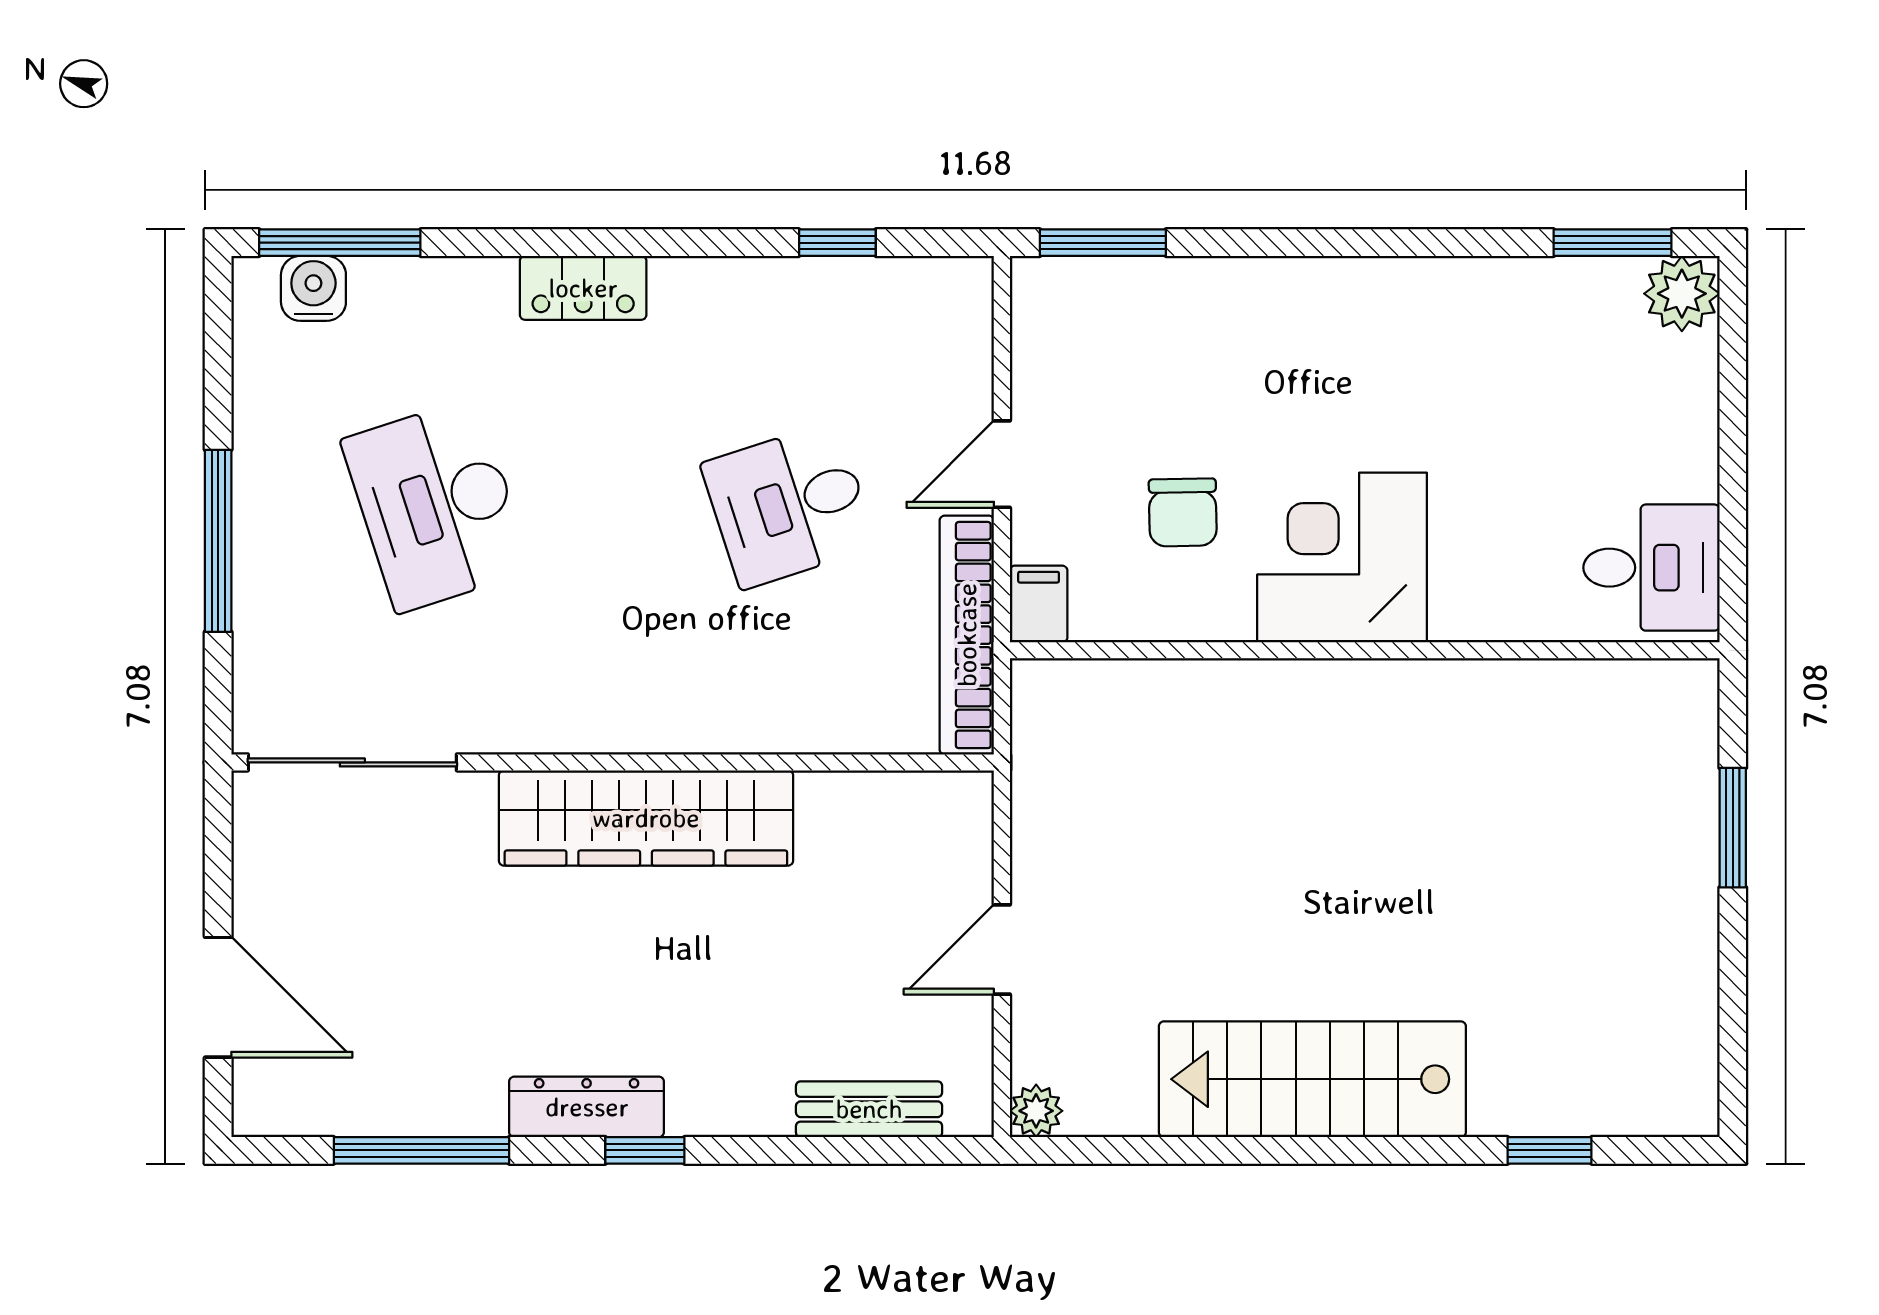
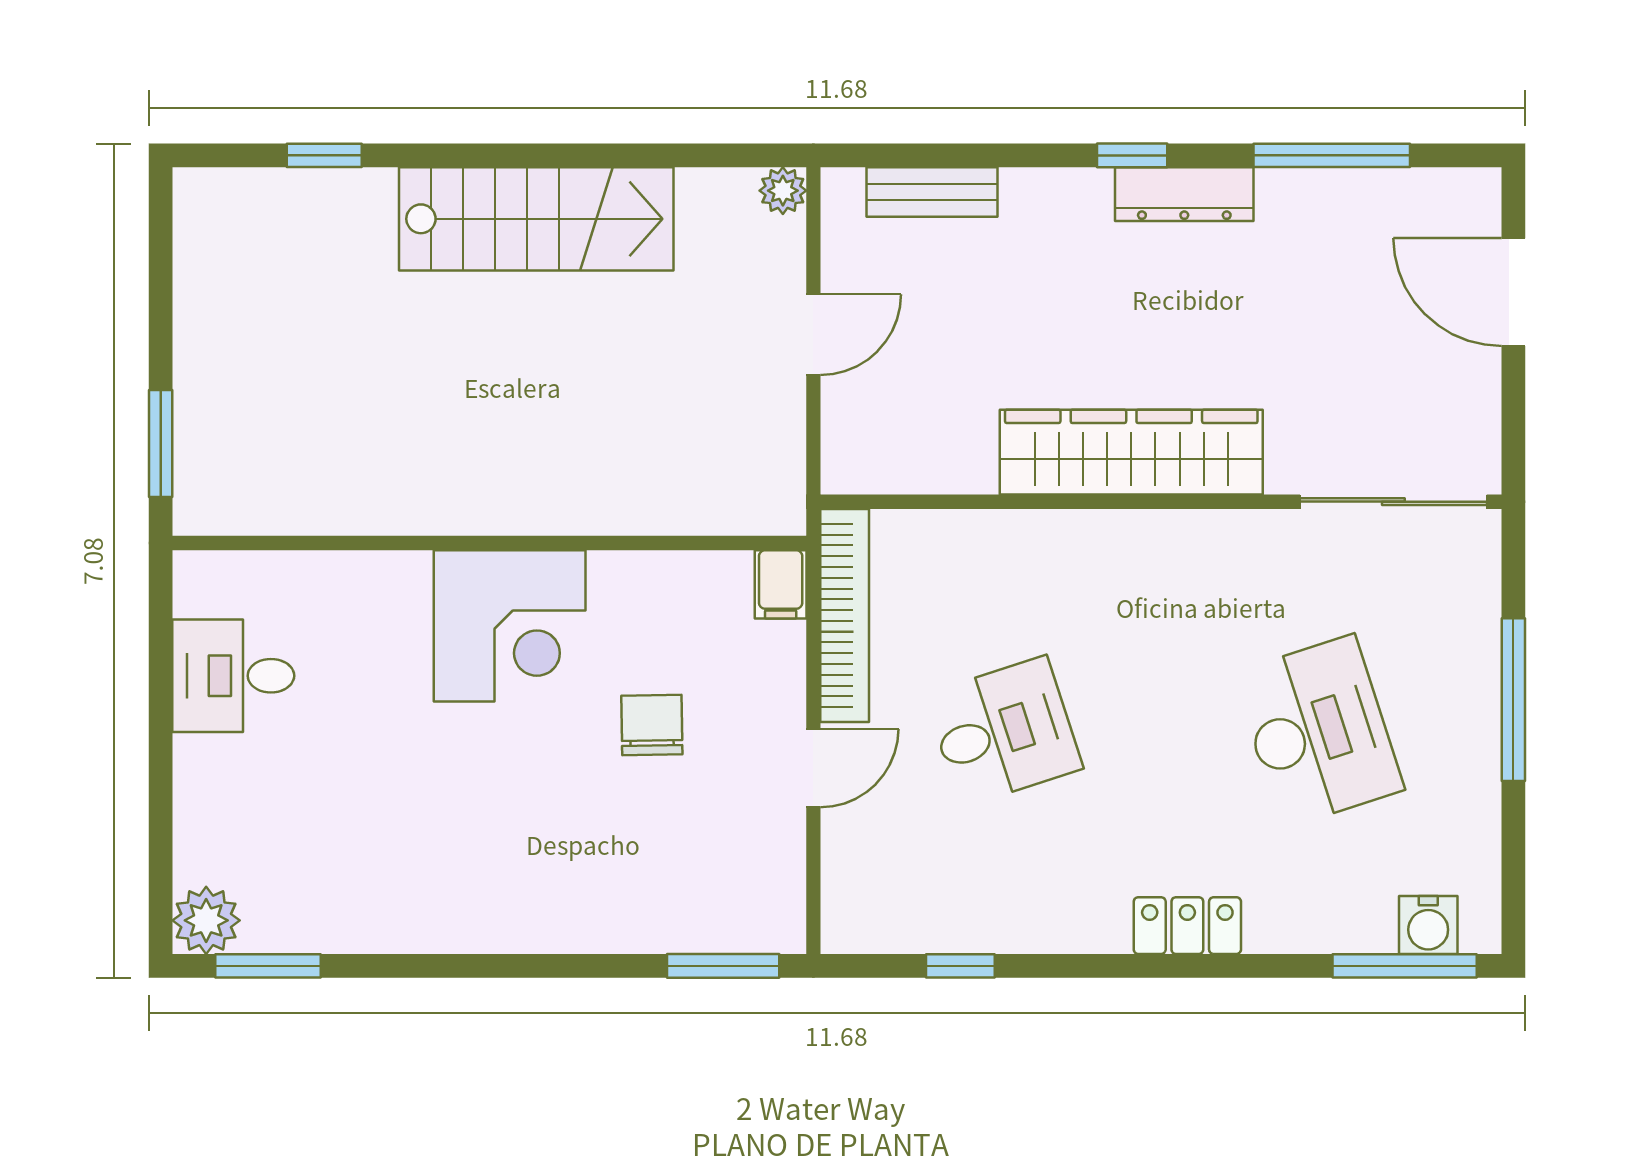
corner desk: (1342, 558) -> (510, 626), moved
filing cabinet: (1039, 604) -> (781, 584), moved
wall: (1365, 650) -> (489, 543), moved

